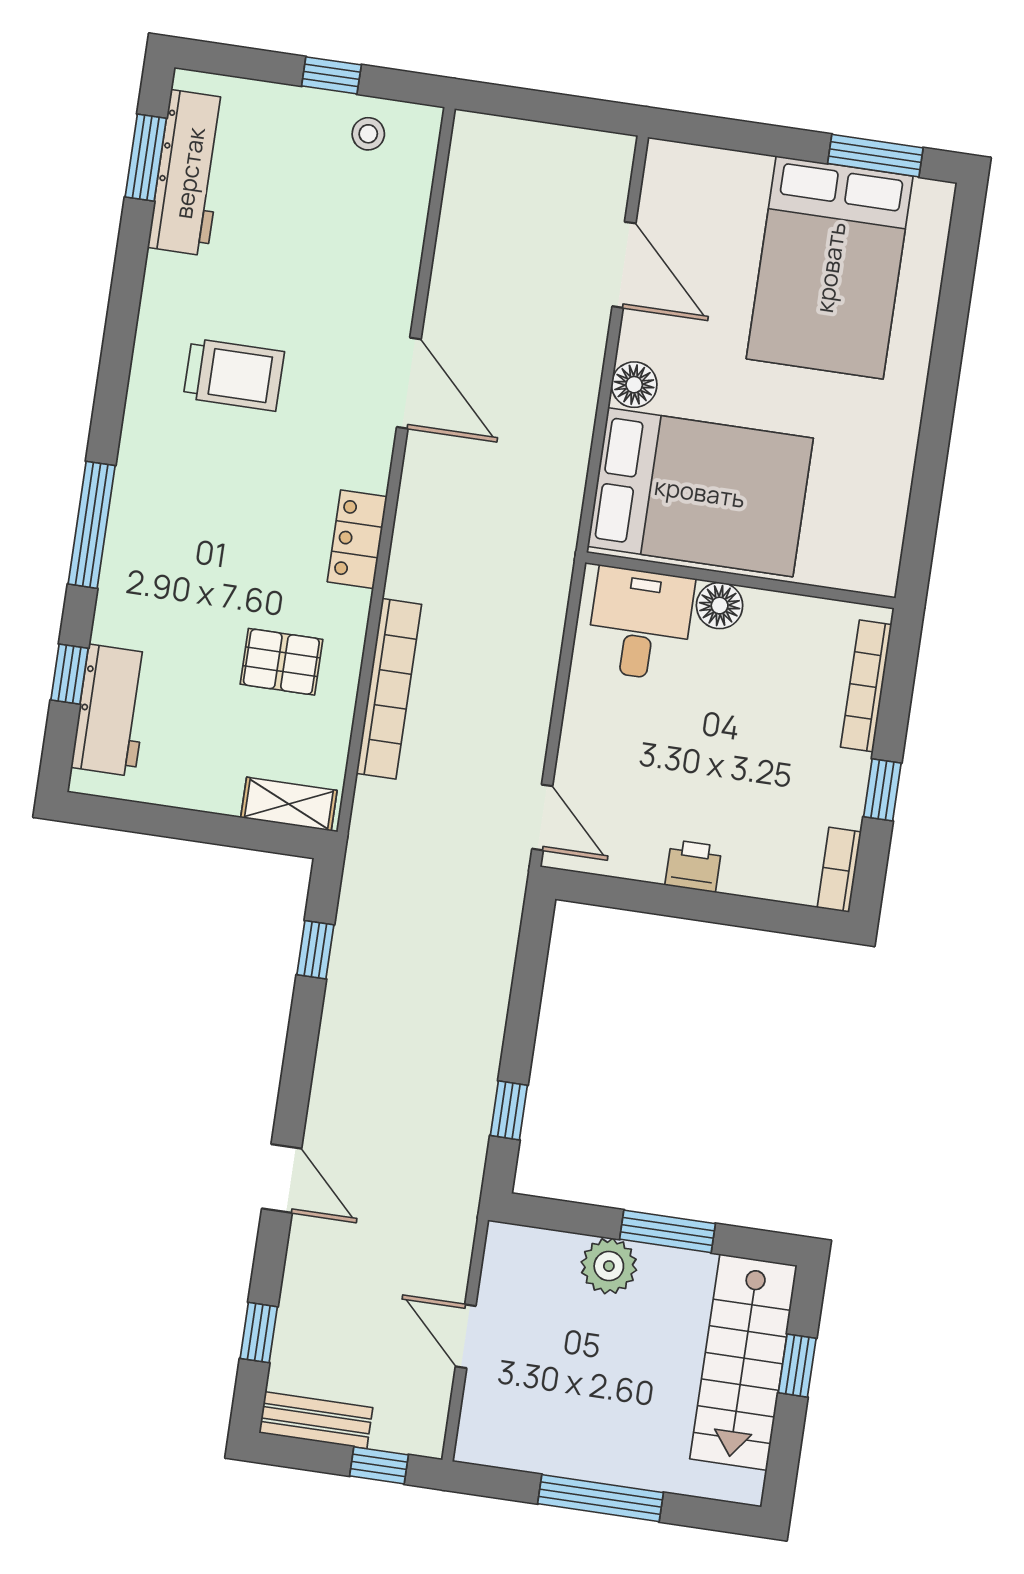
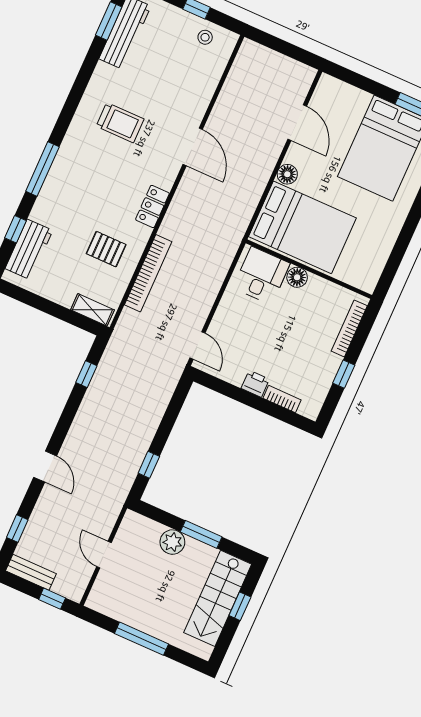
bookcase: (839, 870) -> (282, 399), moved, turned 90

